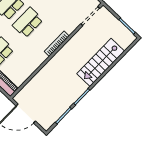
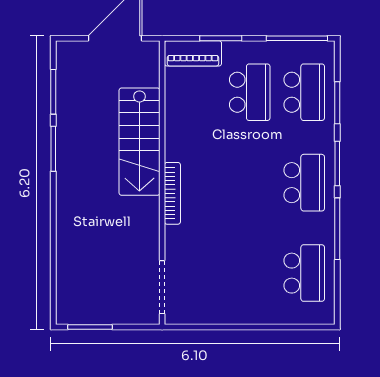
school desk: (28, 22) -> (250, 183), removed
stairs: (101, 62) -> (139, 142), moved, turned 180

